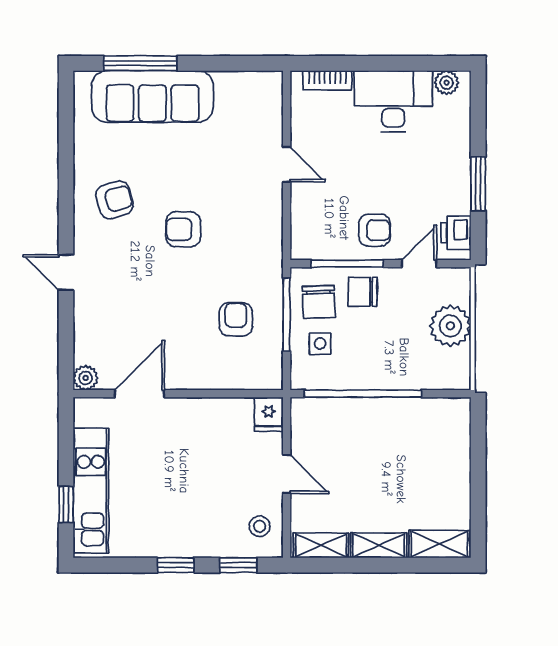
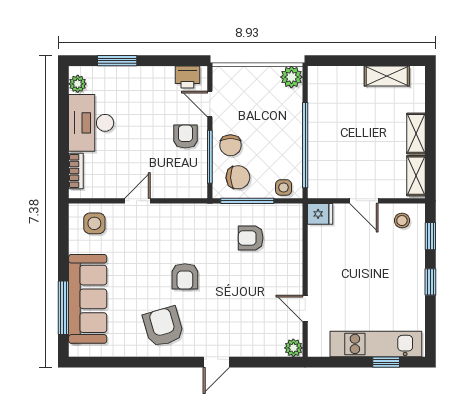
side table: (256, 106) -> (94, 223), added
window: (478, 184) -> (117, 61), moved
armchair: (115, 200) -> (163, 327), width x1.38, depth x1.38
plant: (450, 326) -> (291, 77), moved, width x0.73, depth x0.73
side table: (320, 344) -> (284, 187), moved
door: (139, 394) -> (305, 308), width x0.73
door: (287, 474) -> (364, 201), swing flipped
shelving: (440, 544) -> (387, 76), moved, turned 90

